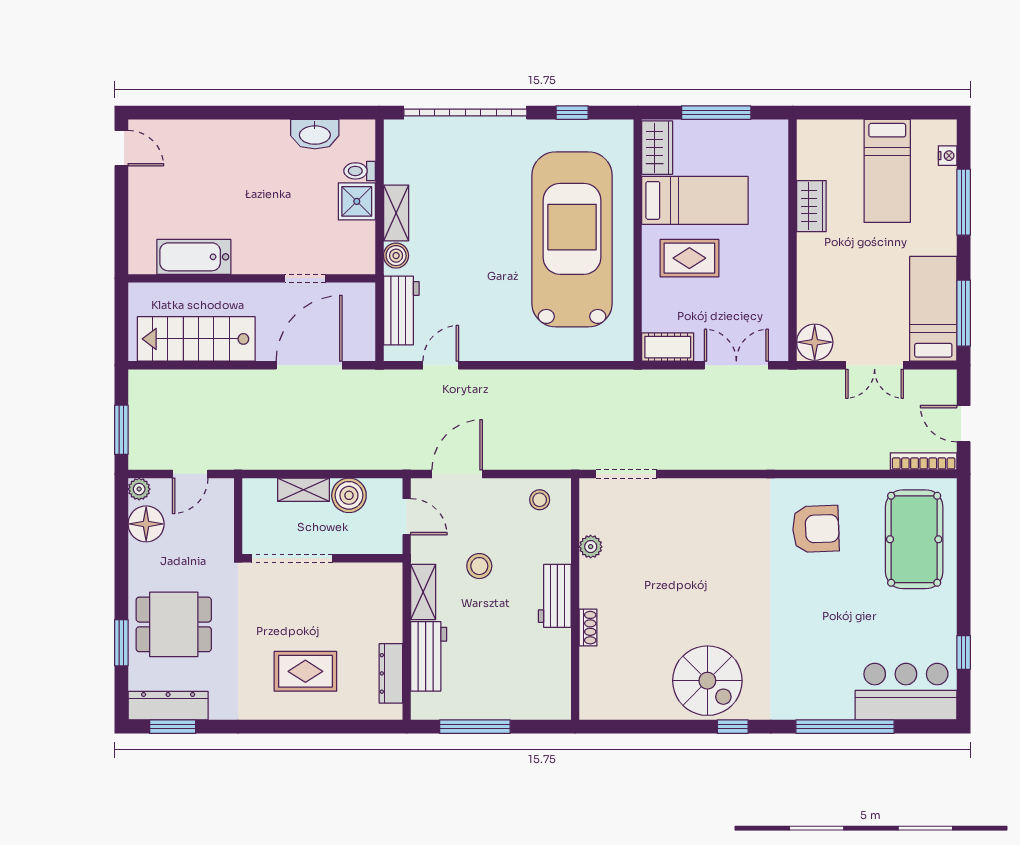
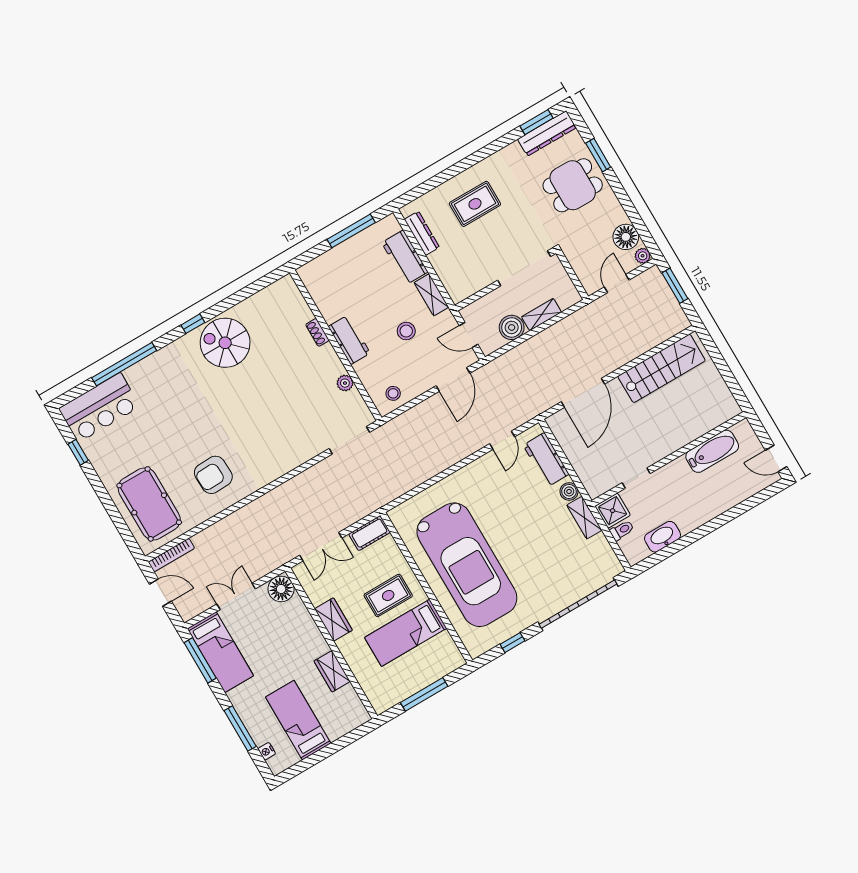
wardrobe: (657, 148) -> (333, 619), moved, turned 180
bathtub: (194, 257) -> (712, 451), moved
wall: (252, 278) -> (669, 459), moved
doorway: (305, 278) -> (636, 478), moved

